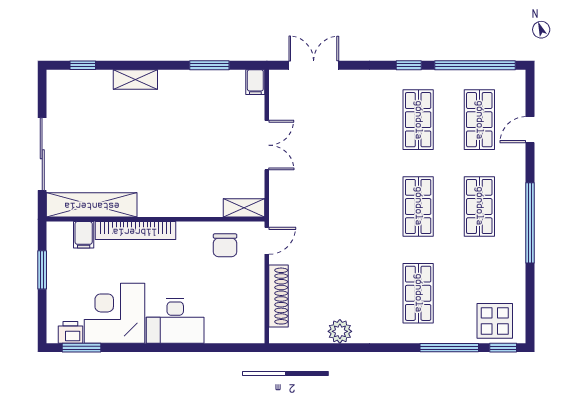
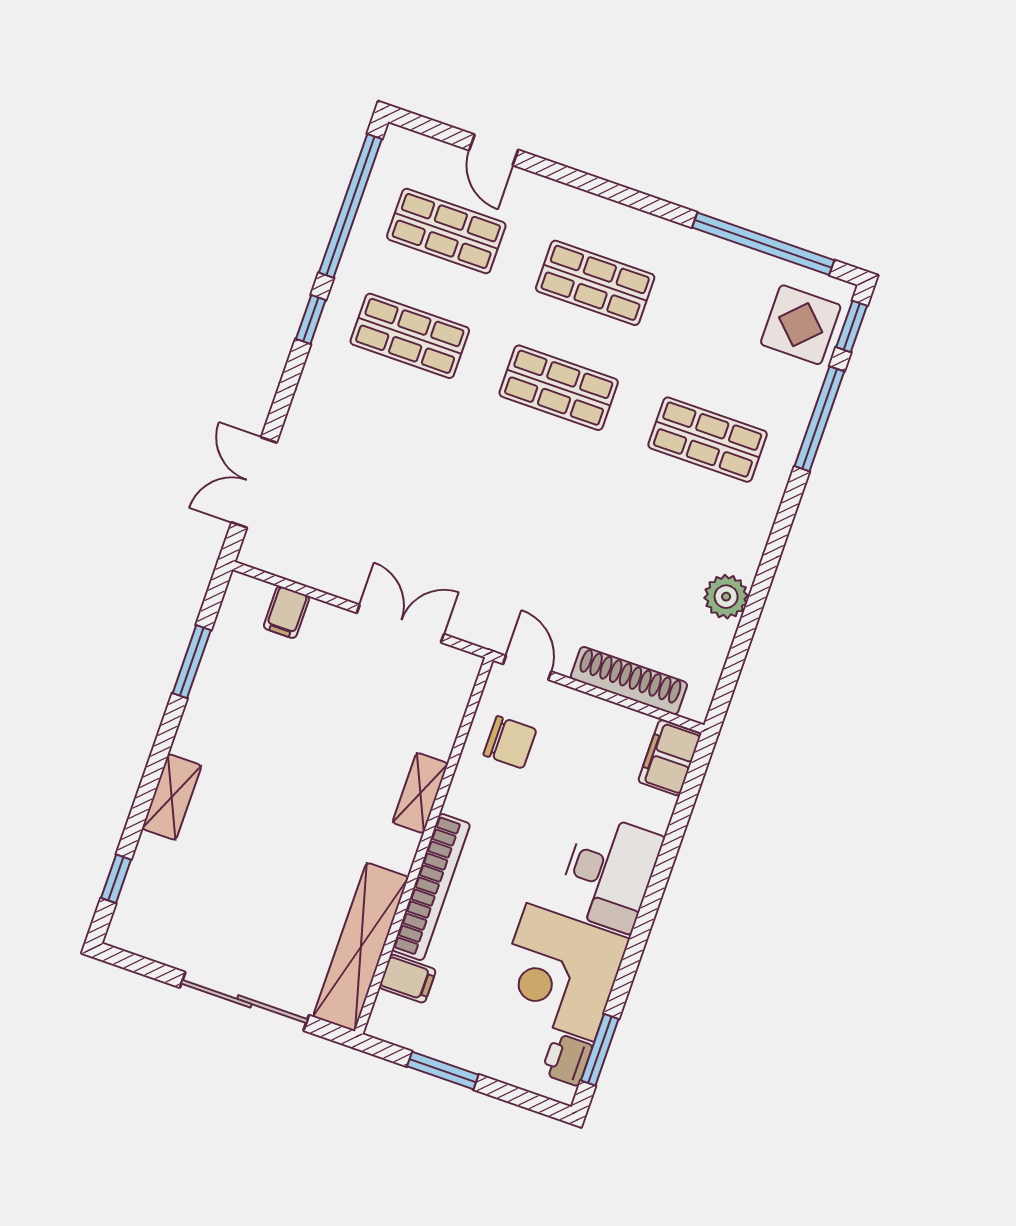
filing cabinet: (255, 82) -> (286, 612), moved, turned 90
double door: (267, 145) -> (400, 624), moved
shelving: (244, 208) -> (420, 793), moved
window: (530, 223) -> (763, 244), moved
filing cabinet: (246, 331) -> (670, 758), added

